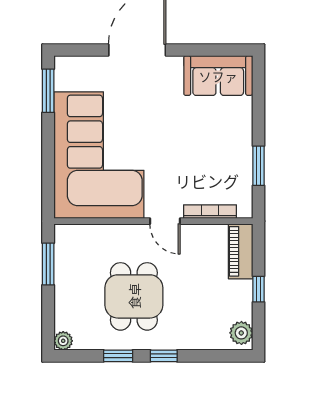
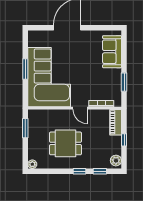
sofa: (218, 76) -> (112, 52), moved, turned 90
window: (48, 91) -> (25, 69), moved
dining table: (134, 296) -> (66, 143), turned 90
window: (118, 356) -> (100, 171), moved

